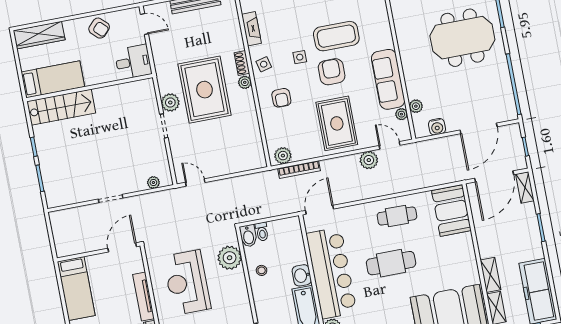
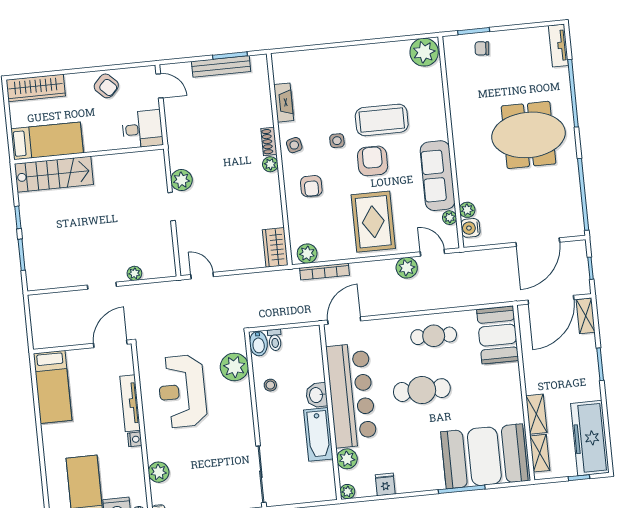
rug: (205, 90) -> (223, 169), removed
water cooler: (437, 127) -> (470, 228), moved, turned 90
wardrobe: (255, 153) -> (275, 247), added
plant: (153, 183) -> (134, 273), moved

